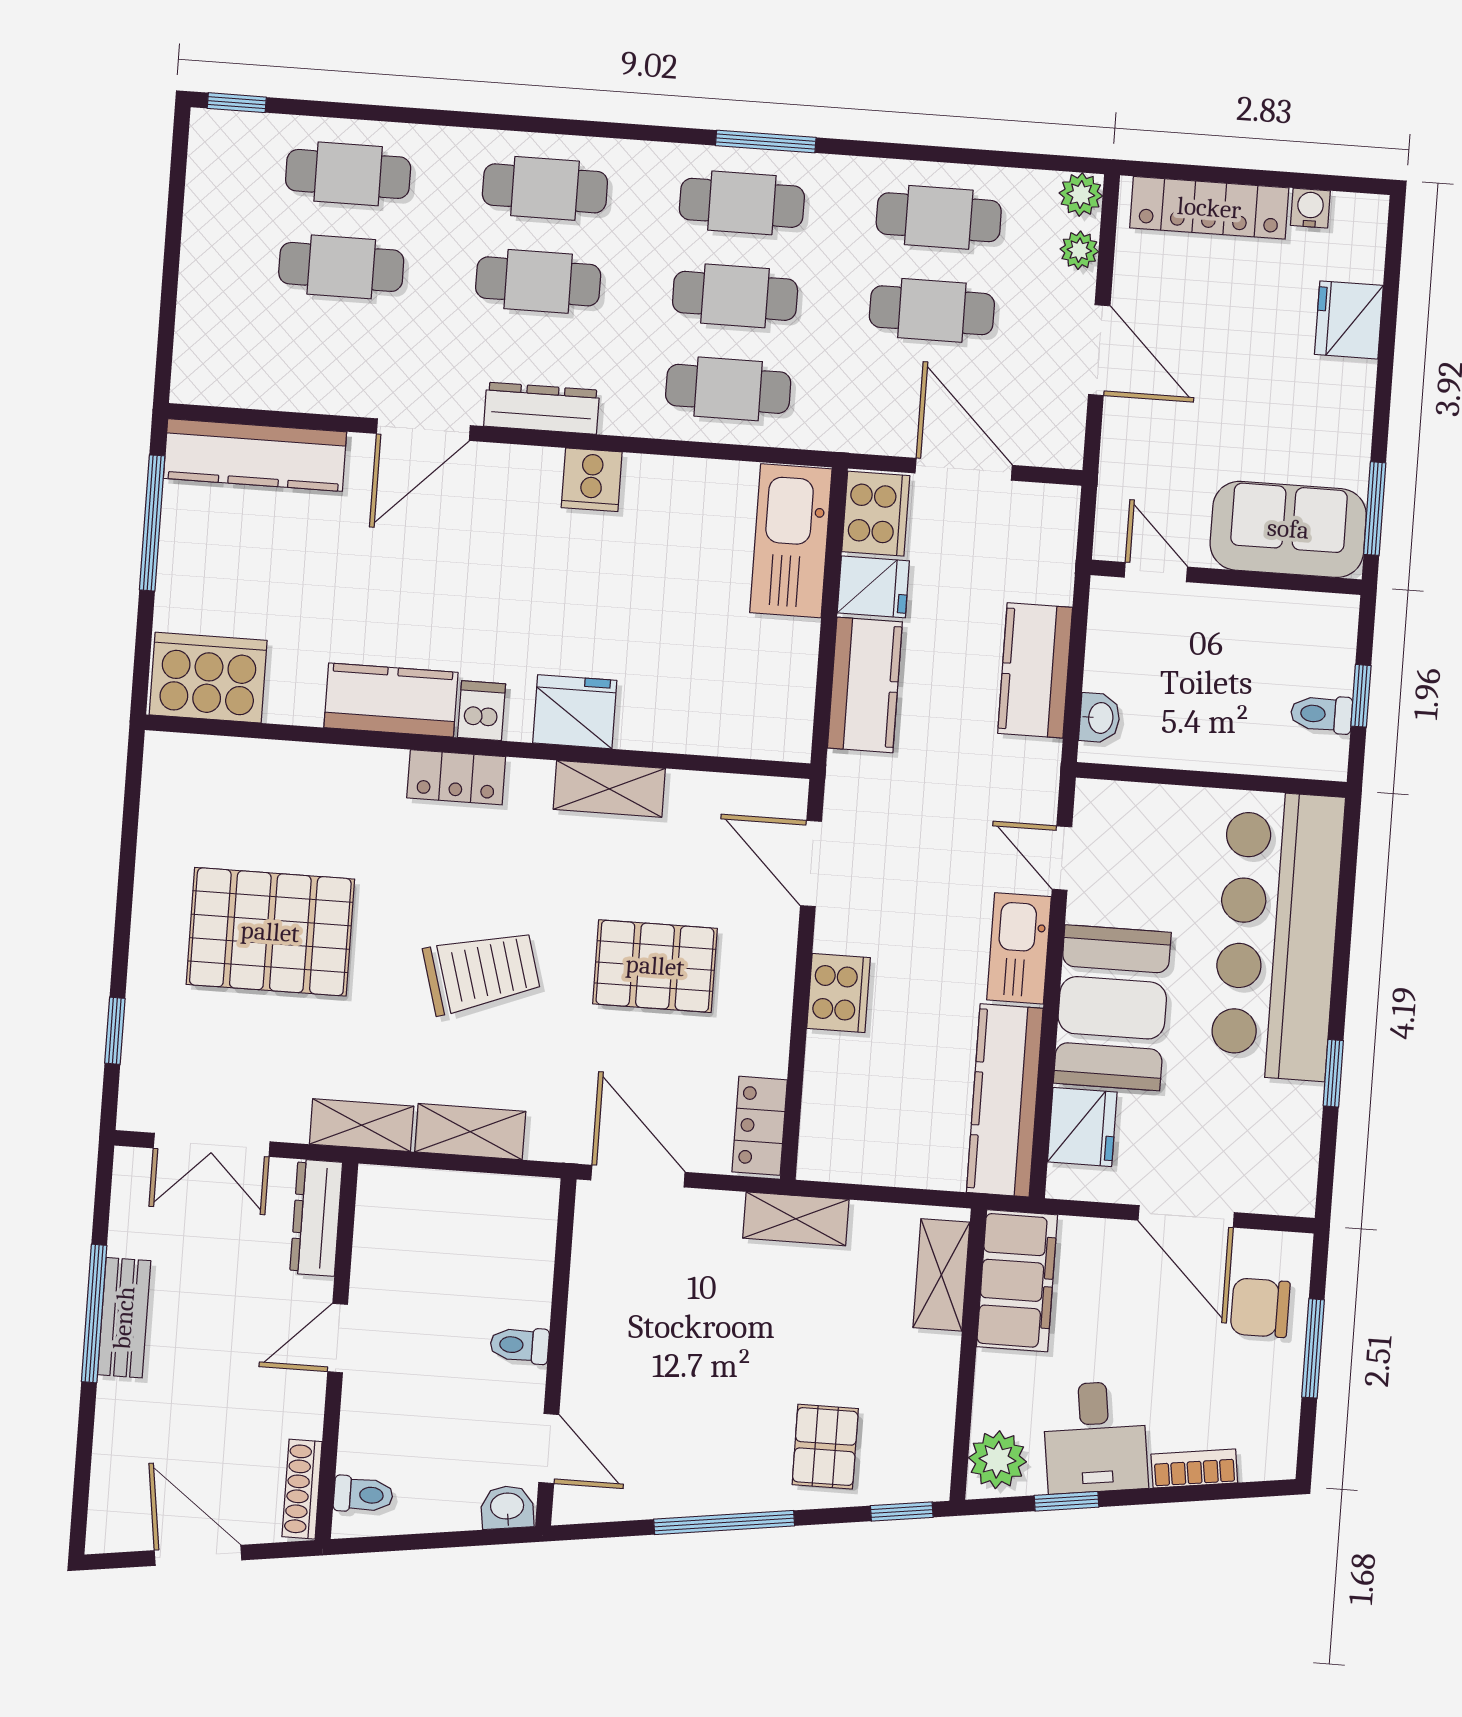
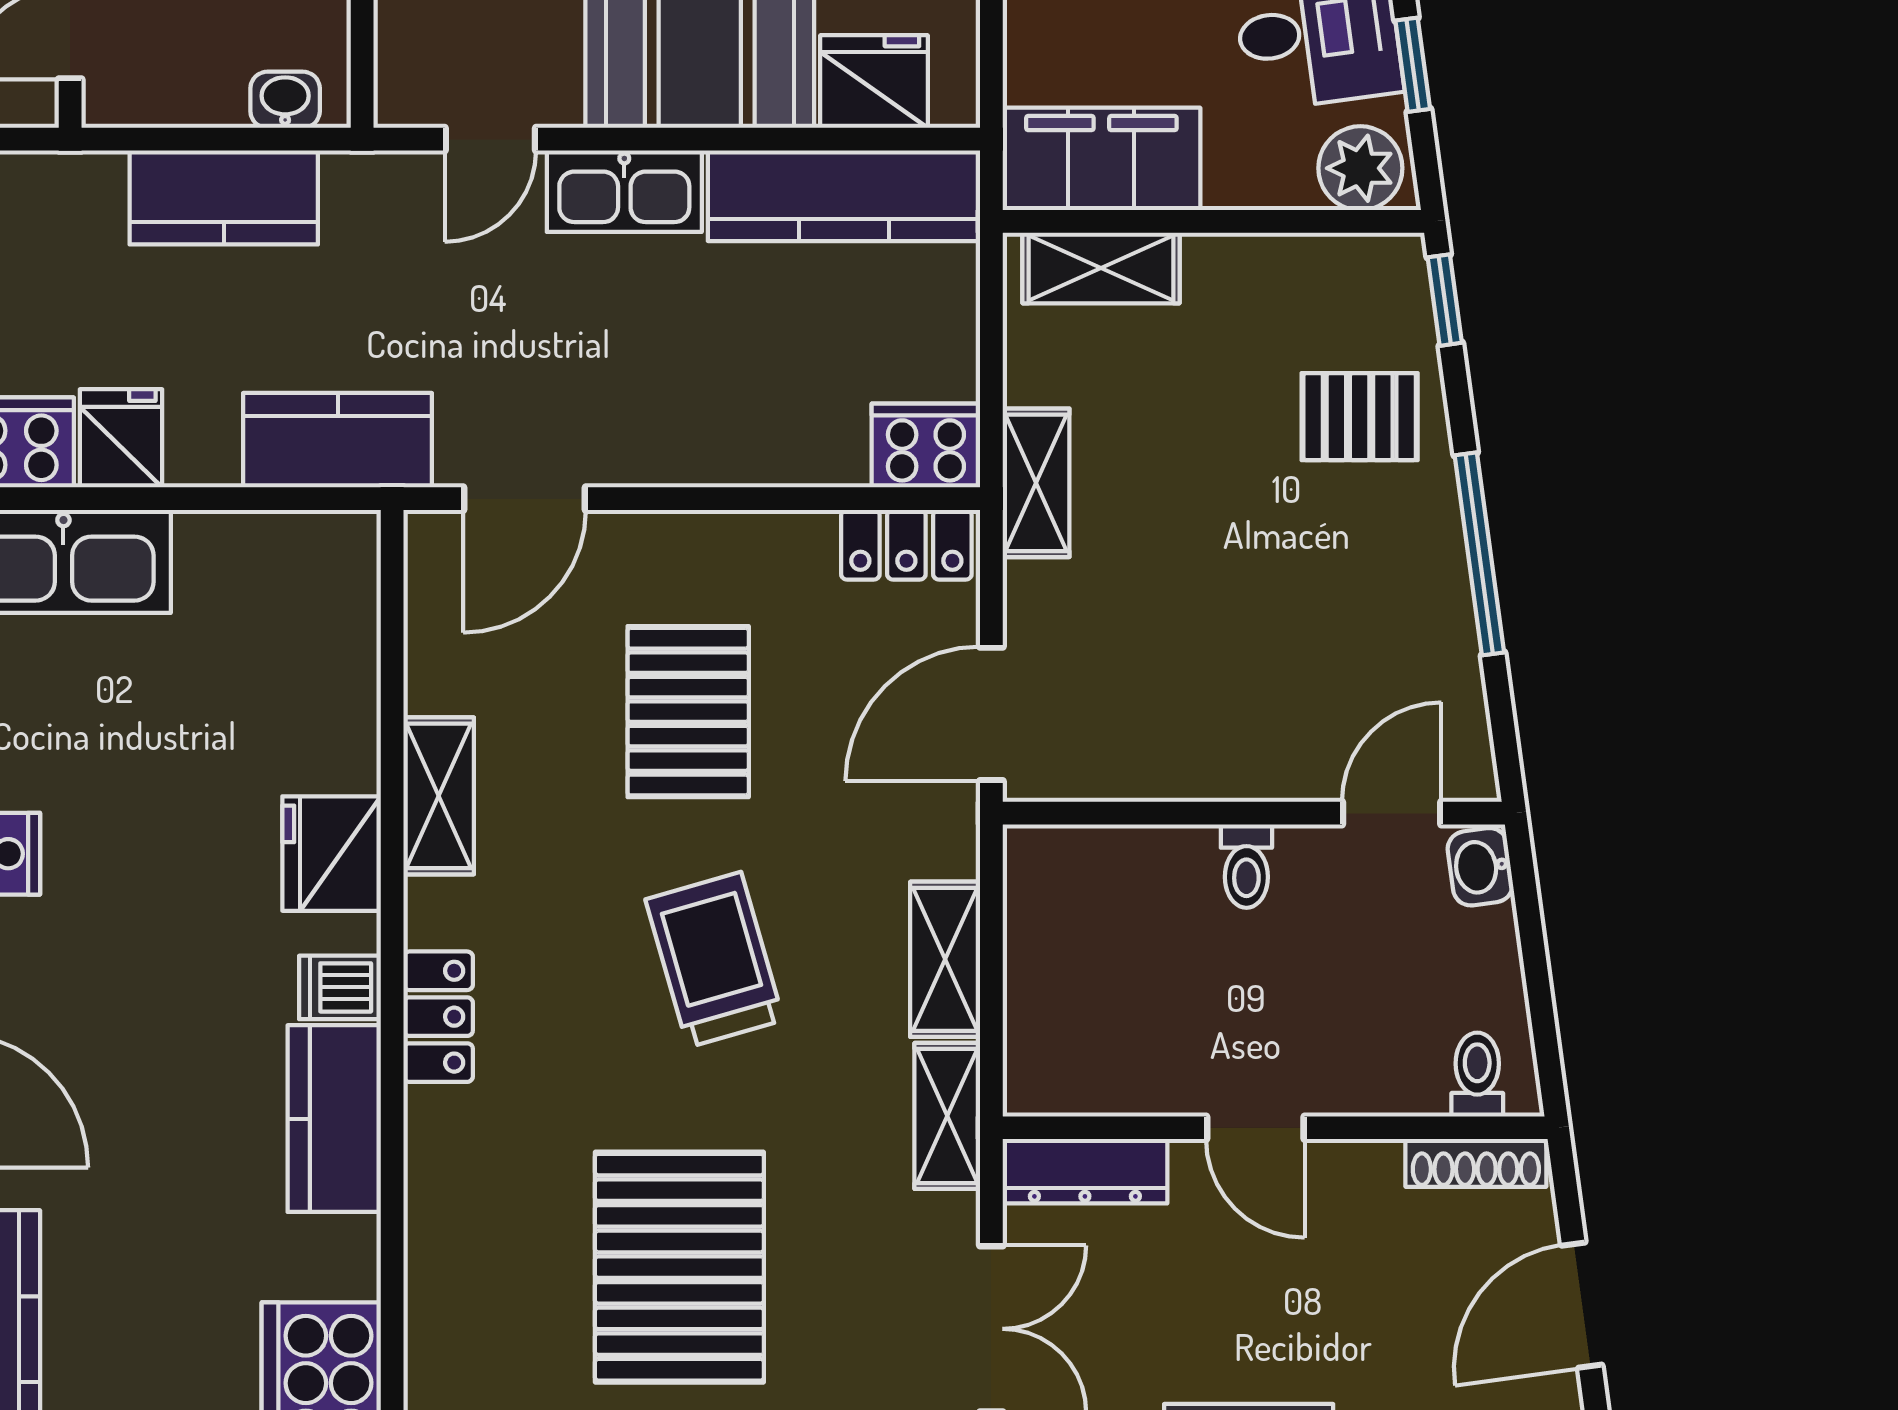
kitchen counter: (865, 685) -> (338, 440), moved
cooker: (838, 993) -> (926, 445), moved

